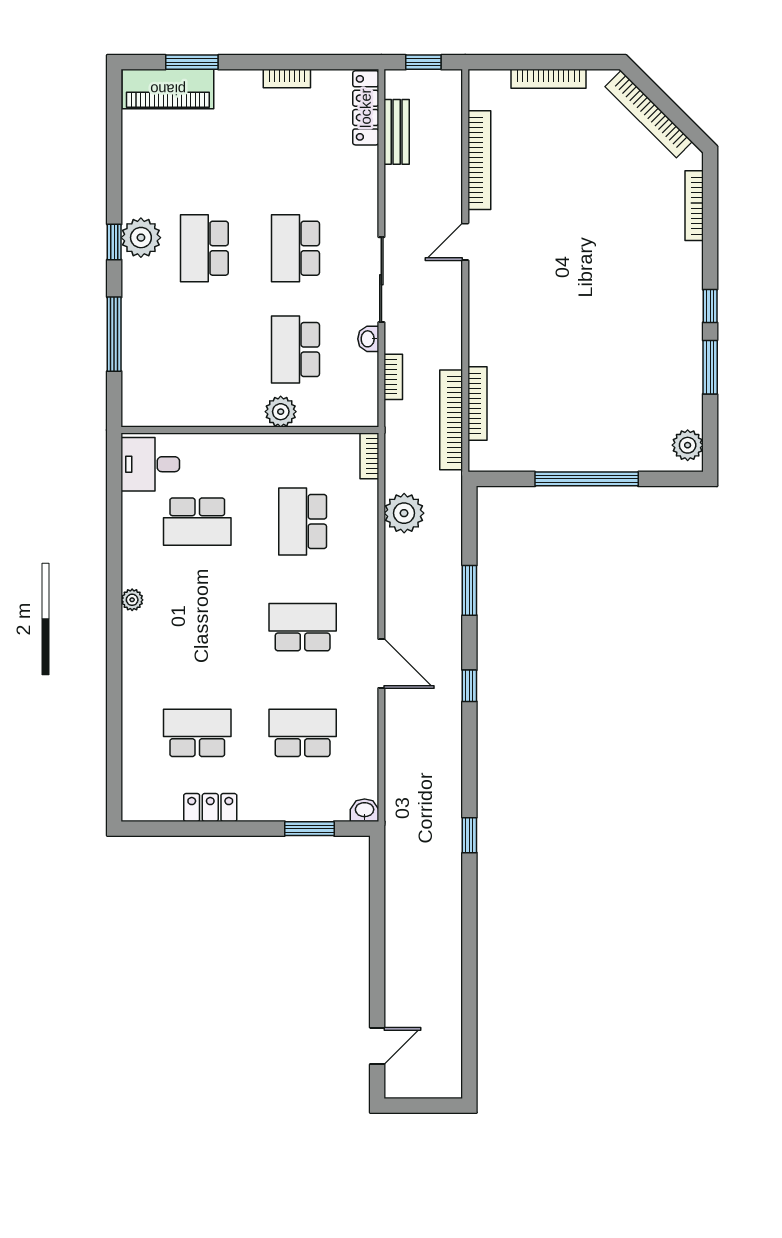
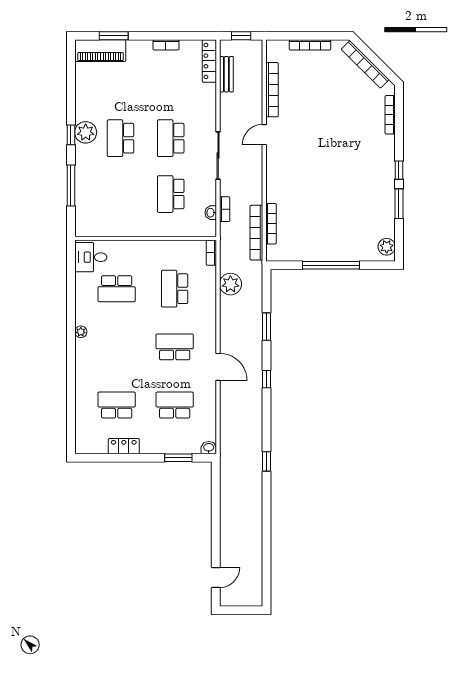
washbasin: (368, 339) -> (211, 213), moved
plant: (281, 412) -> (163, 228), removed

